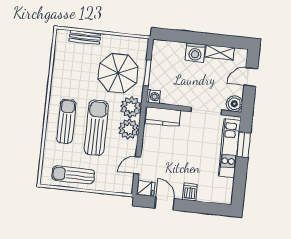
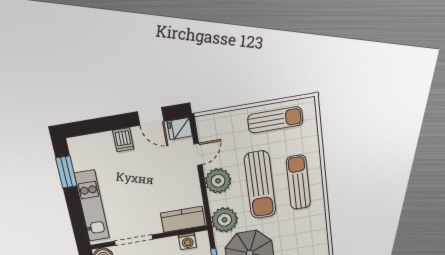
washing machine: (153, 97) -> (187, 241), moved, turned -90
sun lounger: (66, 121) -> (298, 182), turned 180
plant: (129, 129) -> (218, 181), moved
window: (244, 145) -> (66, 172), moved

